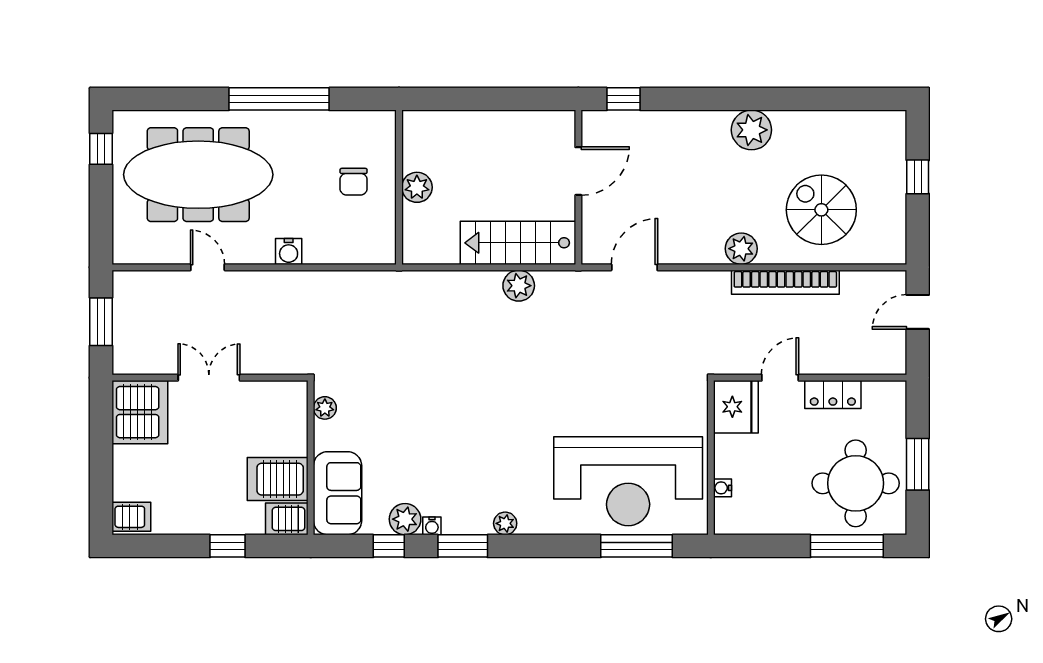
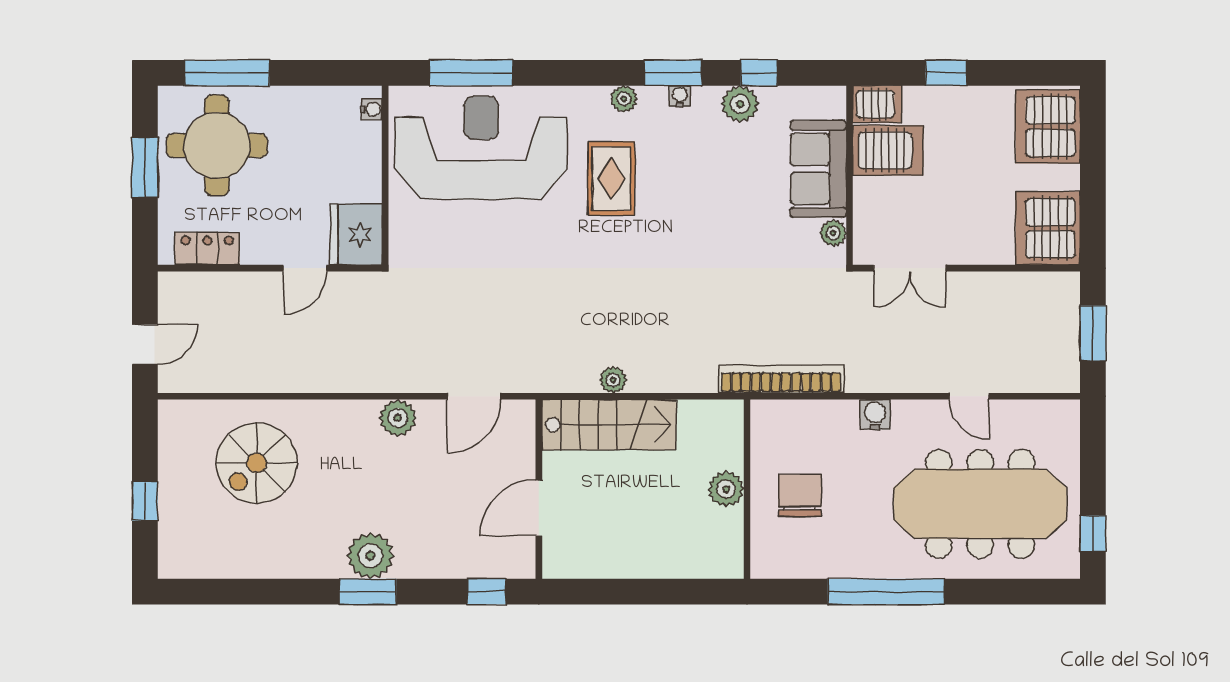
window: (726, 99) -> (368, 592), added
plant: (751, 130) -> (370, 556), moved
chair: (354, 182) -> (800, 496), width x1.37, depth x1.37
spiral stairs: (821, 210) -> (257, 463), turned 90
plant: (741, 249) -> (398, 418), moved
bookcase: (785, 282) -> (781, 379), moved
plant: (519, 286) -> (613, 380), width x0.73, depth x0.73
double door: (209, 378) -> (910, 268), moved
locker: (833, 395) -> (207, 249), moved
rug: (516, 455) -> (611, 179), added
water cooler: (722, 488) -> (372, 109), moved
sofa: (338, 493) -> (818, 169), moved
server rack: (131, 517) -> (1048, 127), width x2.18, depth x1.44
water cooler: (432, 526) -> (680, 96), moved

